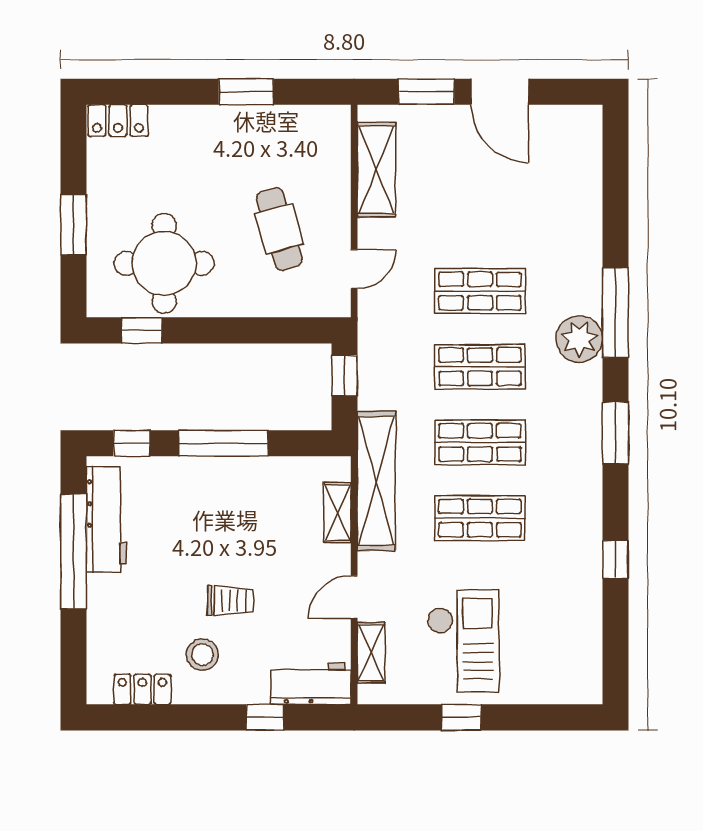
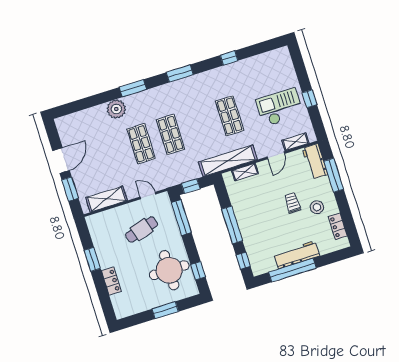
locker: (118, 121) -> (111, 281), moved
window: (615, 313) -> (133, 88), width x0.69
window: (278, 330) -> (181, 218), added
plant: (579, 339) -> (116, 109), moved
shop shelf: (480, 442) -> (200, 125), removed
workbench: (106, 519) -> (297, 255), moved
door: (354, 597) -> (276, 155), hinge flipped
window: (265, 717) -> (334, 175), width x2.17

